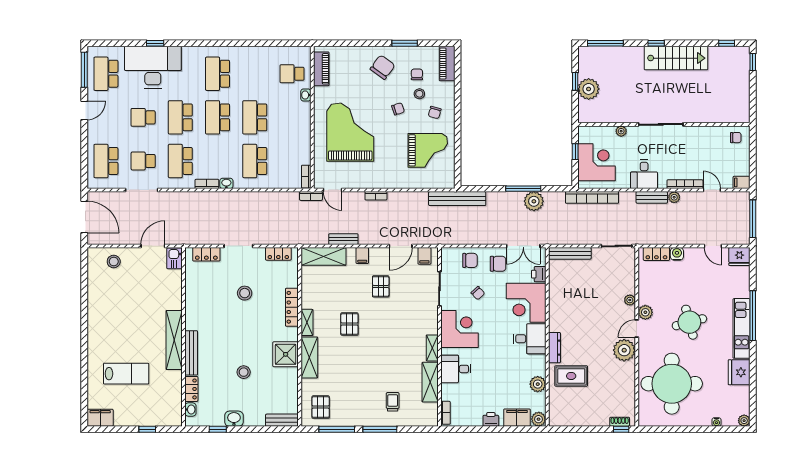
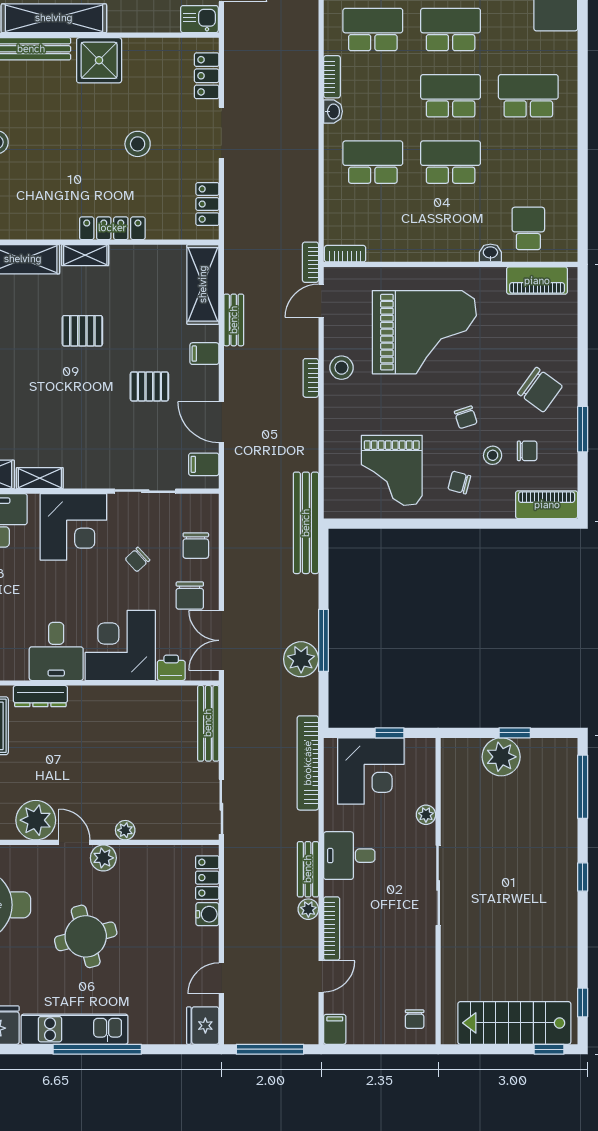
stairs: (676, 58) -> (514, 1023), moved, turned 90
stool: (370, 179) -> (341, 368), added
shower: (286, 354) -> (99, 60), moved

